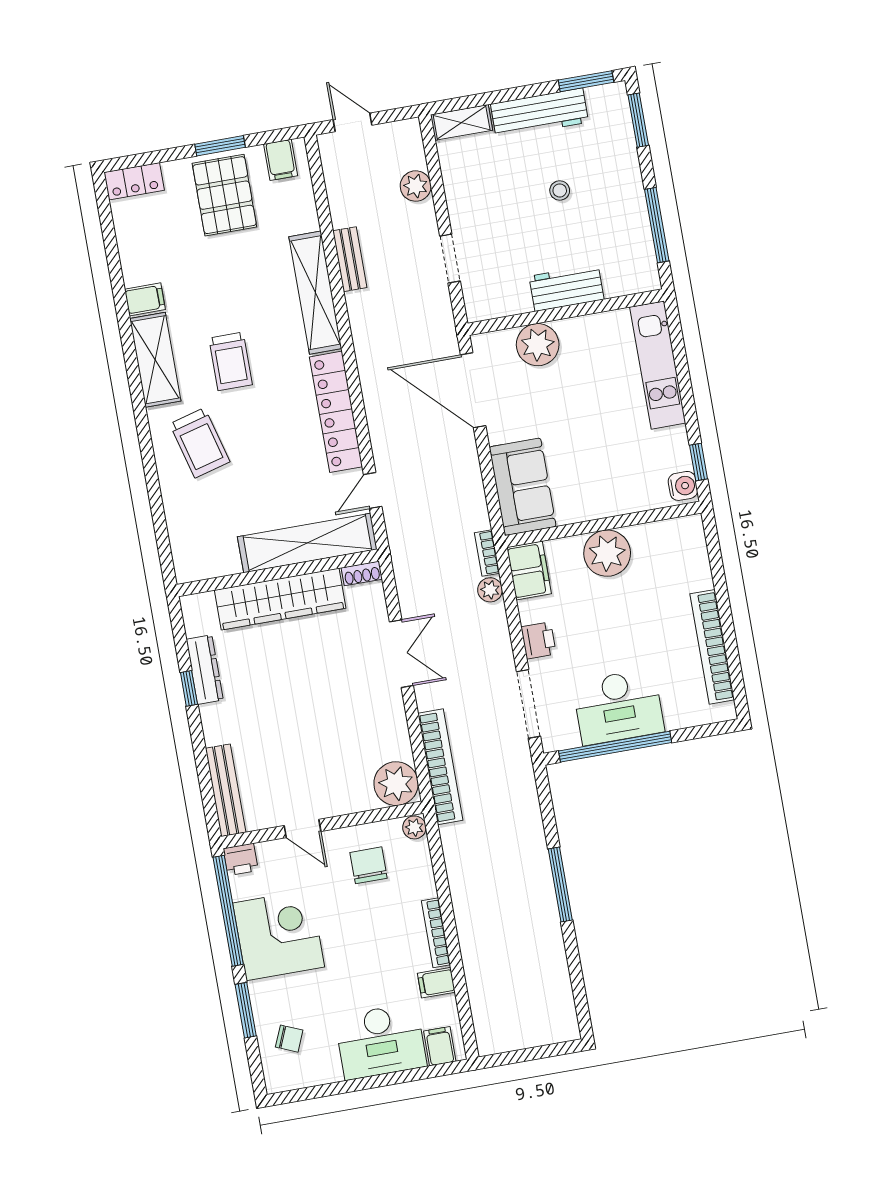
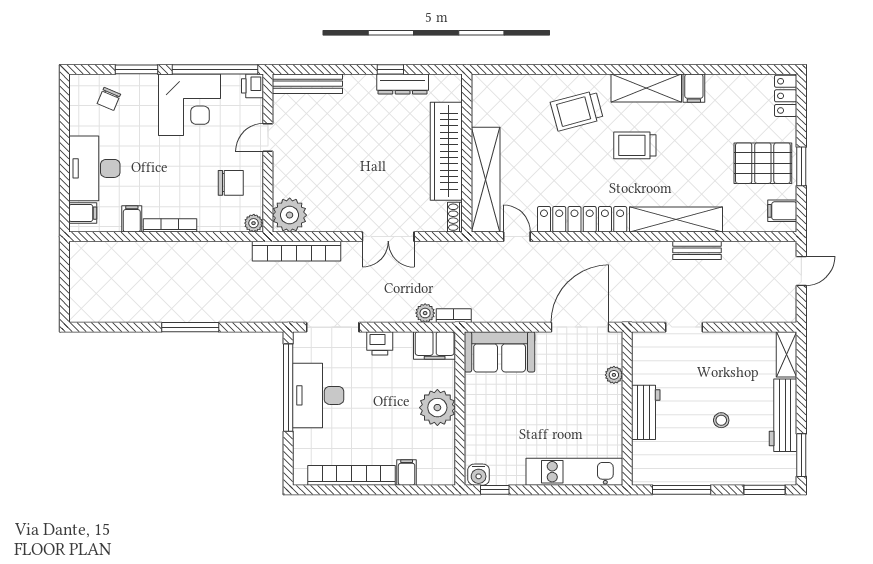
plant: (416, 186) -> (744, 311), removed
plant: (538, 345) -> (614, 375), width x0.53, depth x0.53
filing cabinet: (696, 578) -> (407, 472), added

